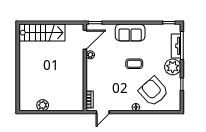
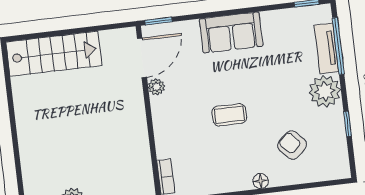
coffee table: (134, 64) -> (229, 115), moved
armchair: (153, 91) -> (292, 145), width x0.53, depth x0.53

